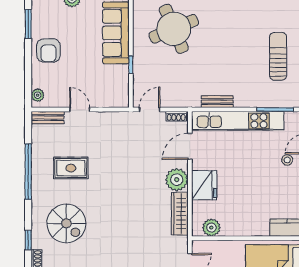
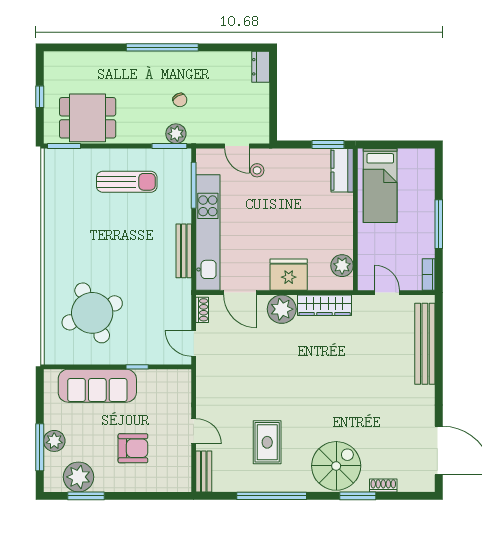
armchair: (48, 50) -> (133, 448), moved
sun lounger: (278, 56) -> (127, 182), turned 180
plant: (38, 95) -> (79, 477), moved, width x1.88, depth x1.88
bench: (217, 102) -> (184, 251), width x1.36
door: (80, 109) -> (194, 431), swing flipped
spiral stairs: (66, 223) -> (336, 466), moved
window: (28, 240) -> (358, 496), width x1.50

